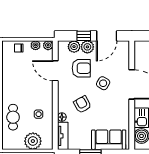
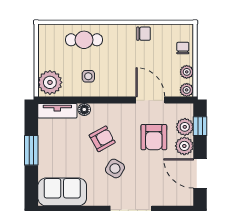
window: (84, 36) -> (200, 126), moved
door: (55, 71) -> (150, 100), hinge flipped
chair: (9, 76) -> (143, 34), added
side table: (103, 83) -> (115, 168), moved
sofa: (109, 140) -> (62, 192), moved, turned -90
plant: (33, 141) -> (50, 82), moved

